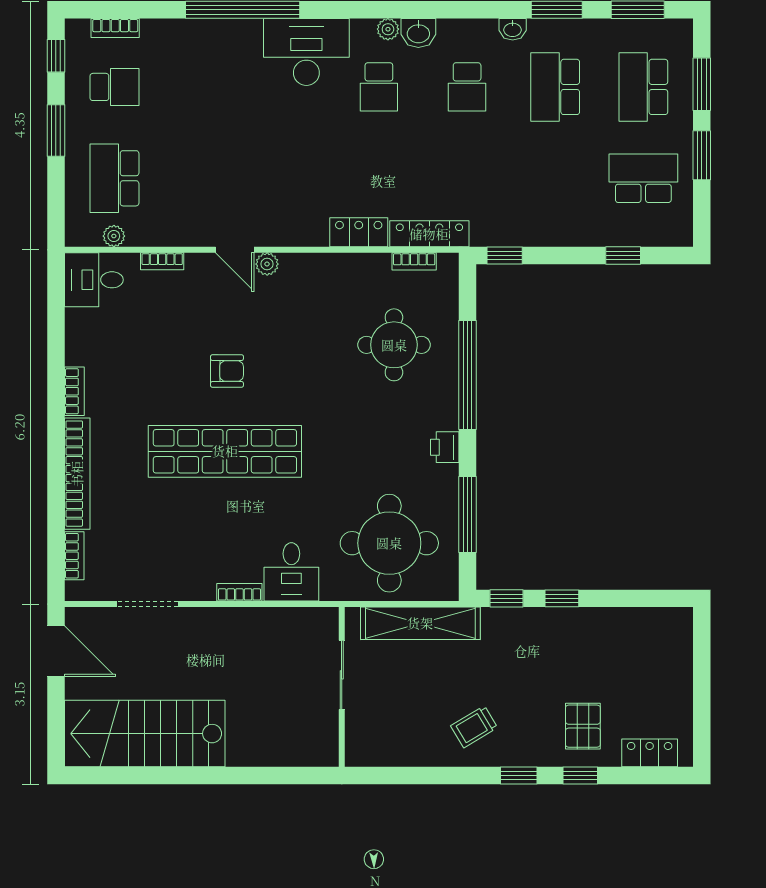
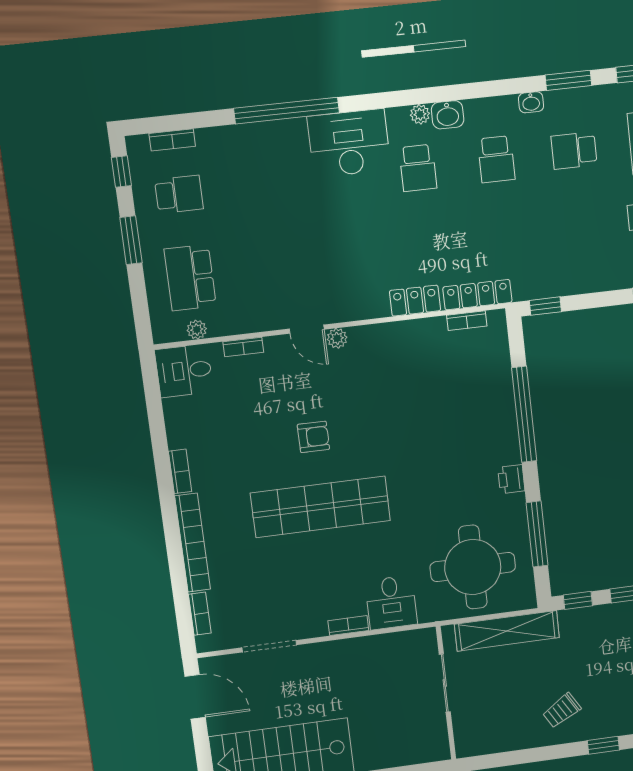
school desk: (555, 87) -> (574, 151), width x0.54
round table: (394, 345) -> (457, 396), removed

